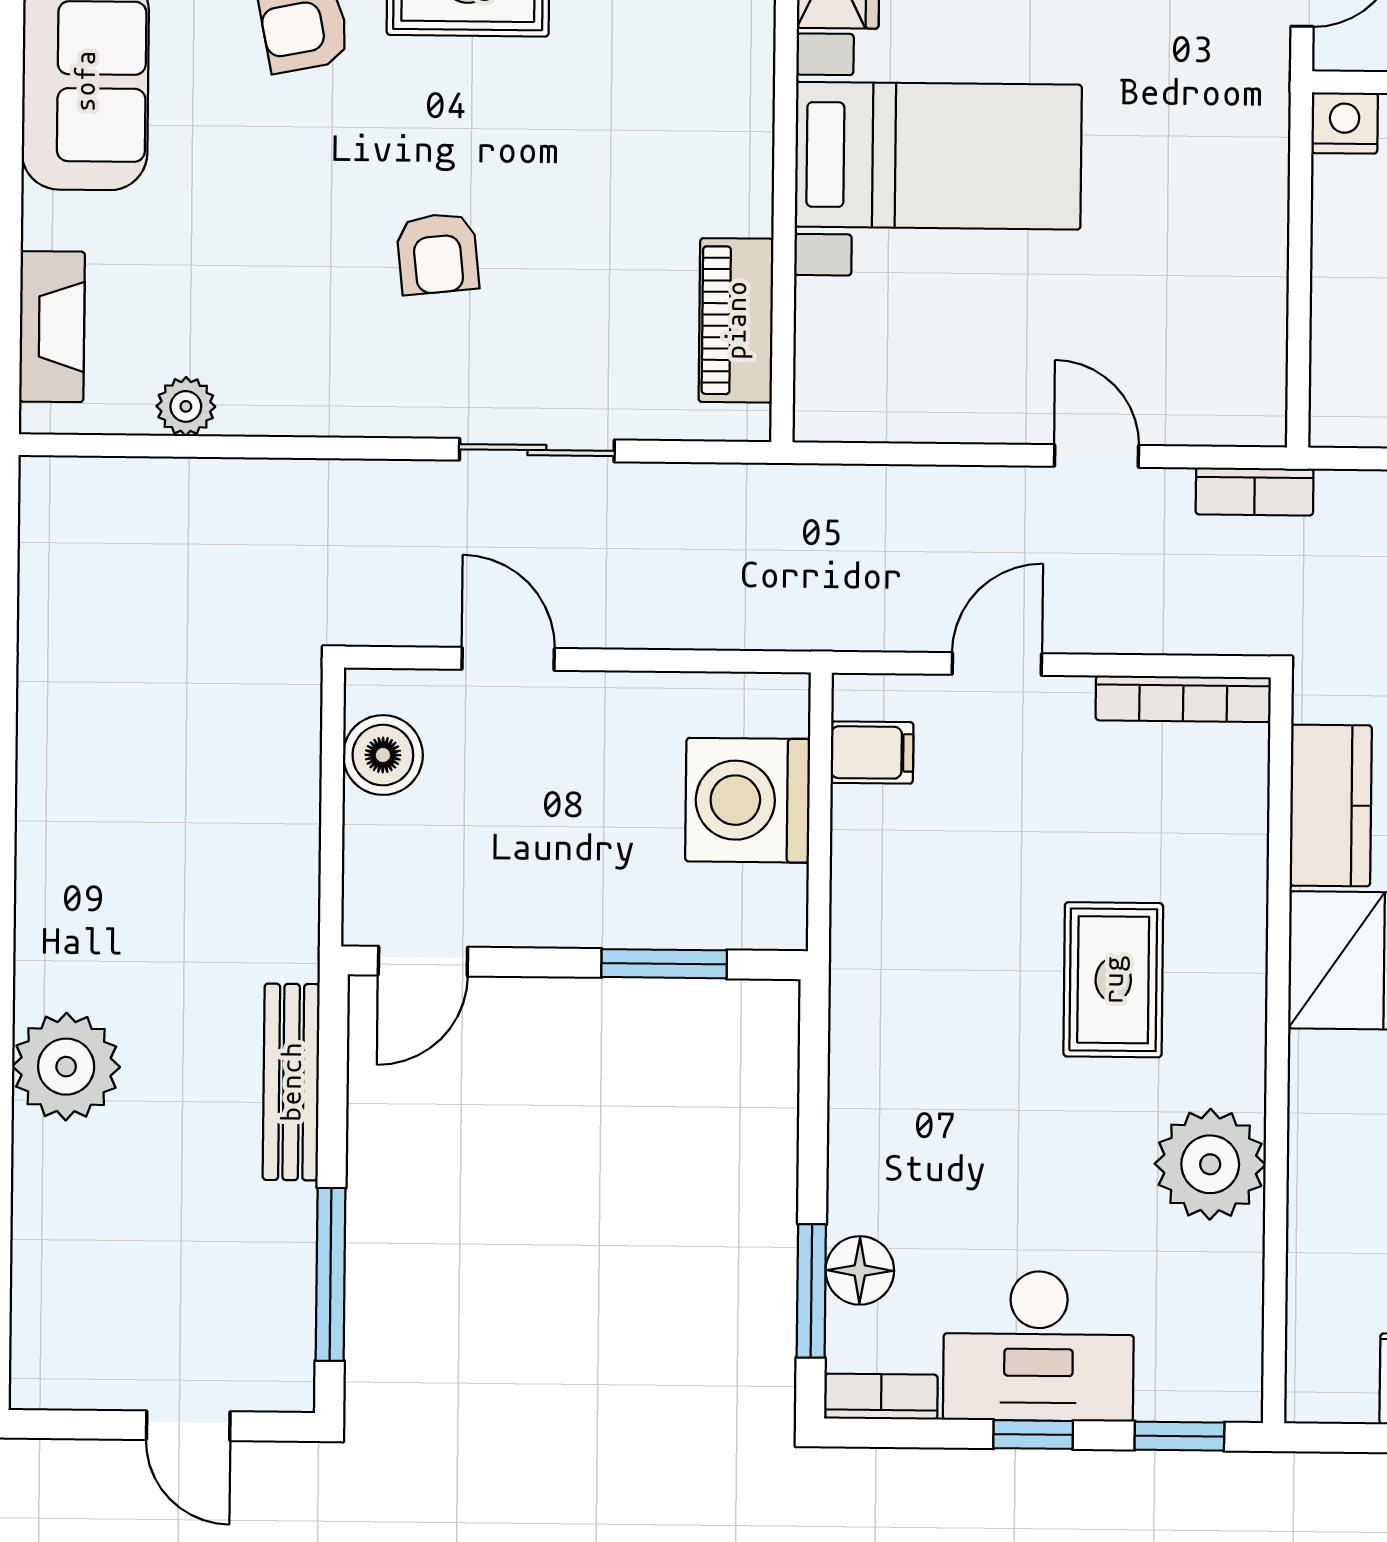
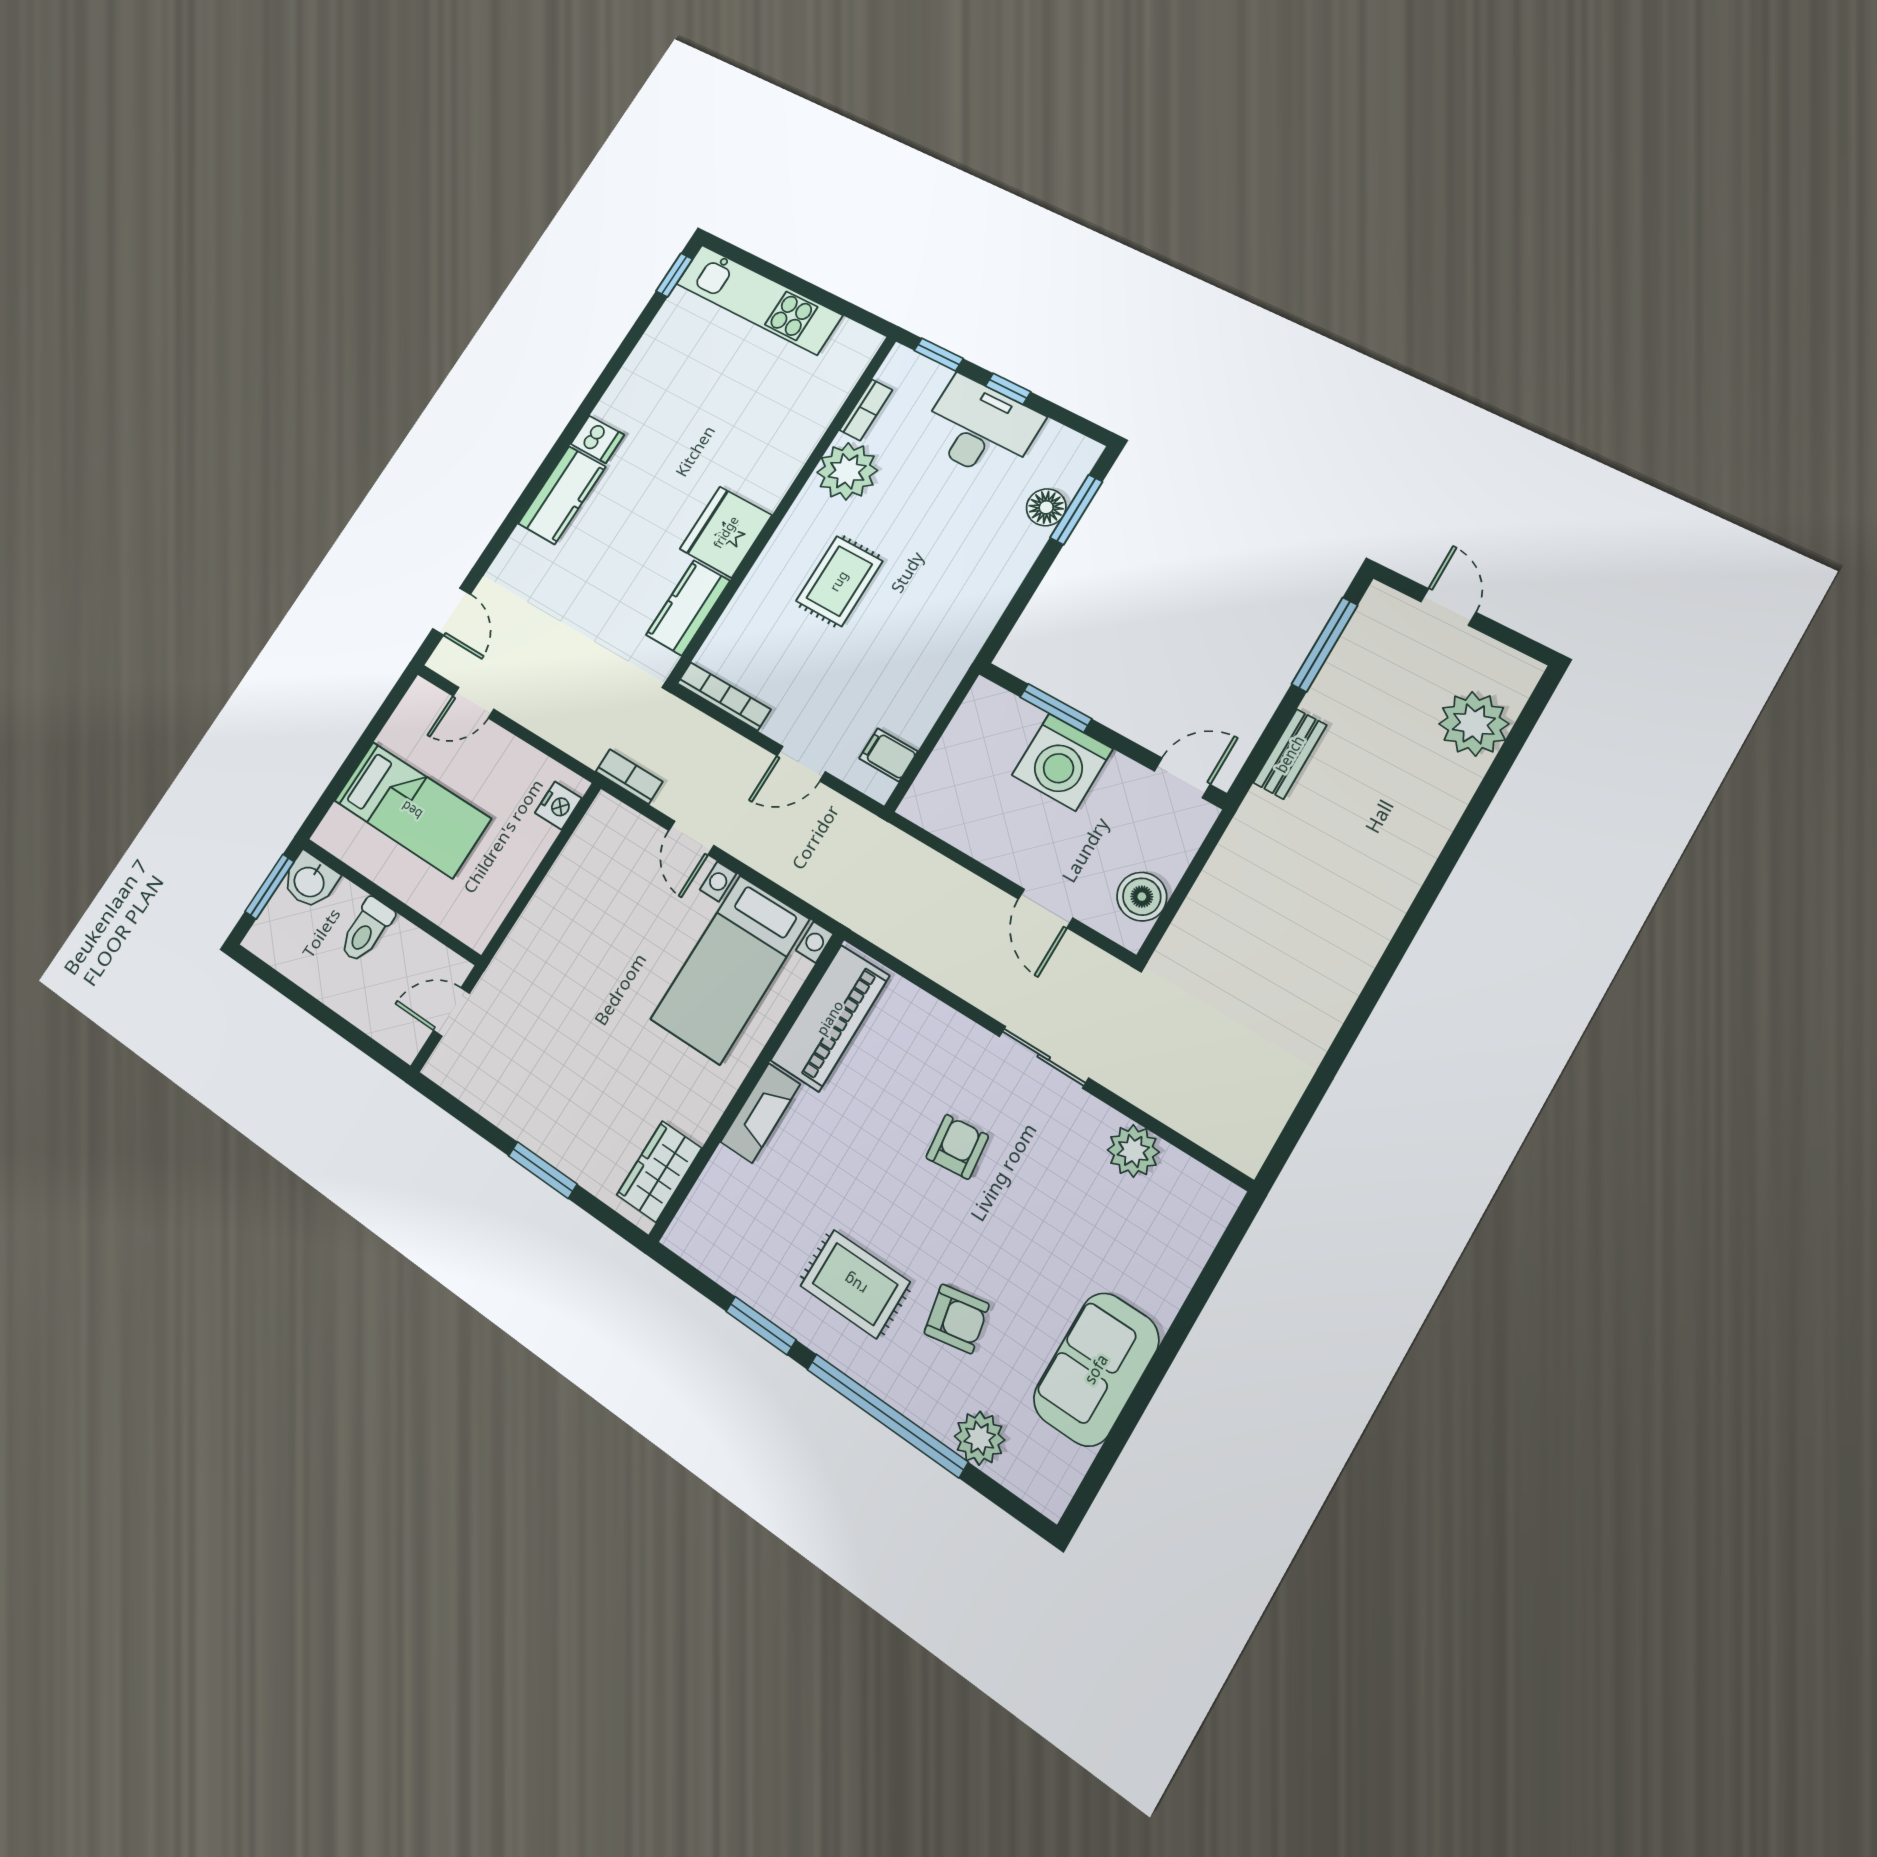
nightstand: (1345, 123) -> (558, 805), moved, turned -90
bed with nightstands: (938, 156) -> (730, 969), moved, turned -90
piano: (736, 320) -> (830, 1018), width x1.37, depth x1.33
fireplace: (52, 327) -> (760, 1113), moved, turned 180
plant: (186, 406) -> (1133, 1151), width x1.38, depth x1.38
sliding door: (537, 450) -> (1044, 1057), moved
washing machine: (748, 800) -> (1062, 762), moved, turned 90
plant: (66, 1067) -> (1474, 724), moved
bench: (291, 1082) -> (1290, 754), width x0.73
bookcase: (881, 1397) -> (866, 410), moved, turned -90

